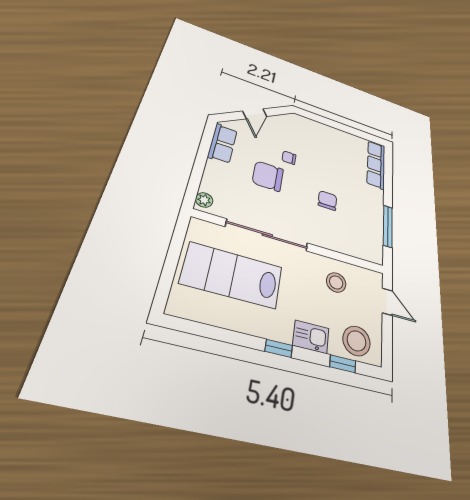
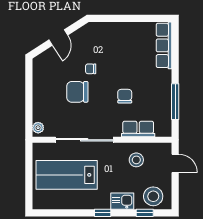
row of seats: (223, 143) -> (138, 129), moved, turned -90

